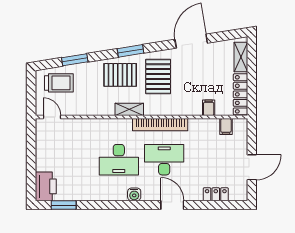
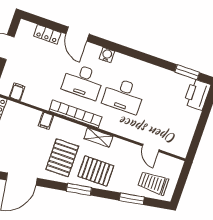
filing cabinet: (209, 108) -> (46, 121), moved
door: (52, 117) -> (151, 148), moved
desk: (119, 160) -> (123, 96), turned 180
water cooler: (134, 194) -> (107, 55), moved
door: (172, 205) -> (78, 34), moved

